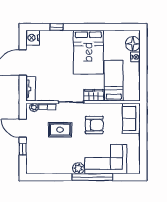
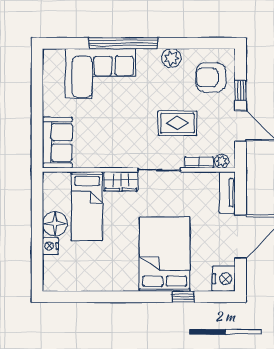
floor lamp: (133, 44) -> (55, 224), moved
bed: (88, 52) -> (165, 254), moved
armchair: (94, 125) -> (211, 77), moved
plant: (78, 168) -> (171, 58), moved

